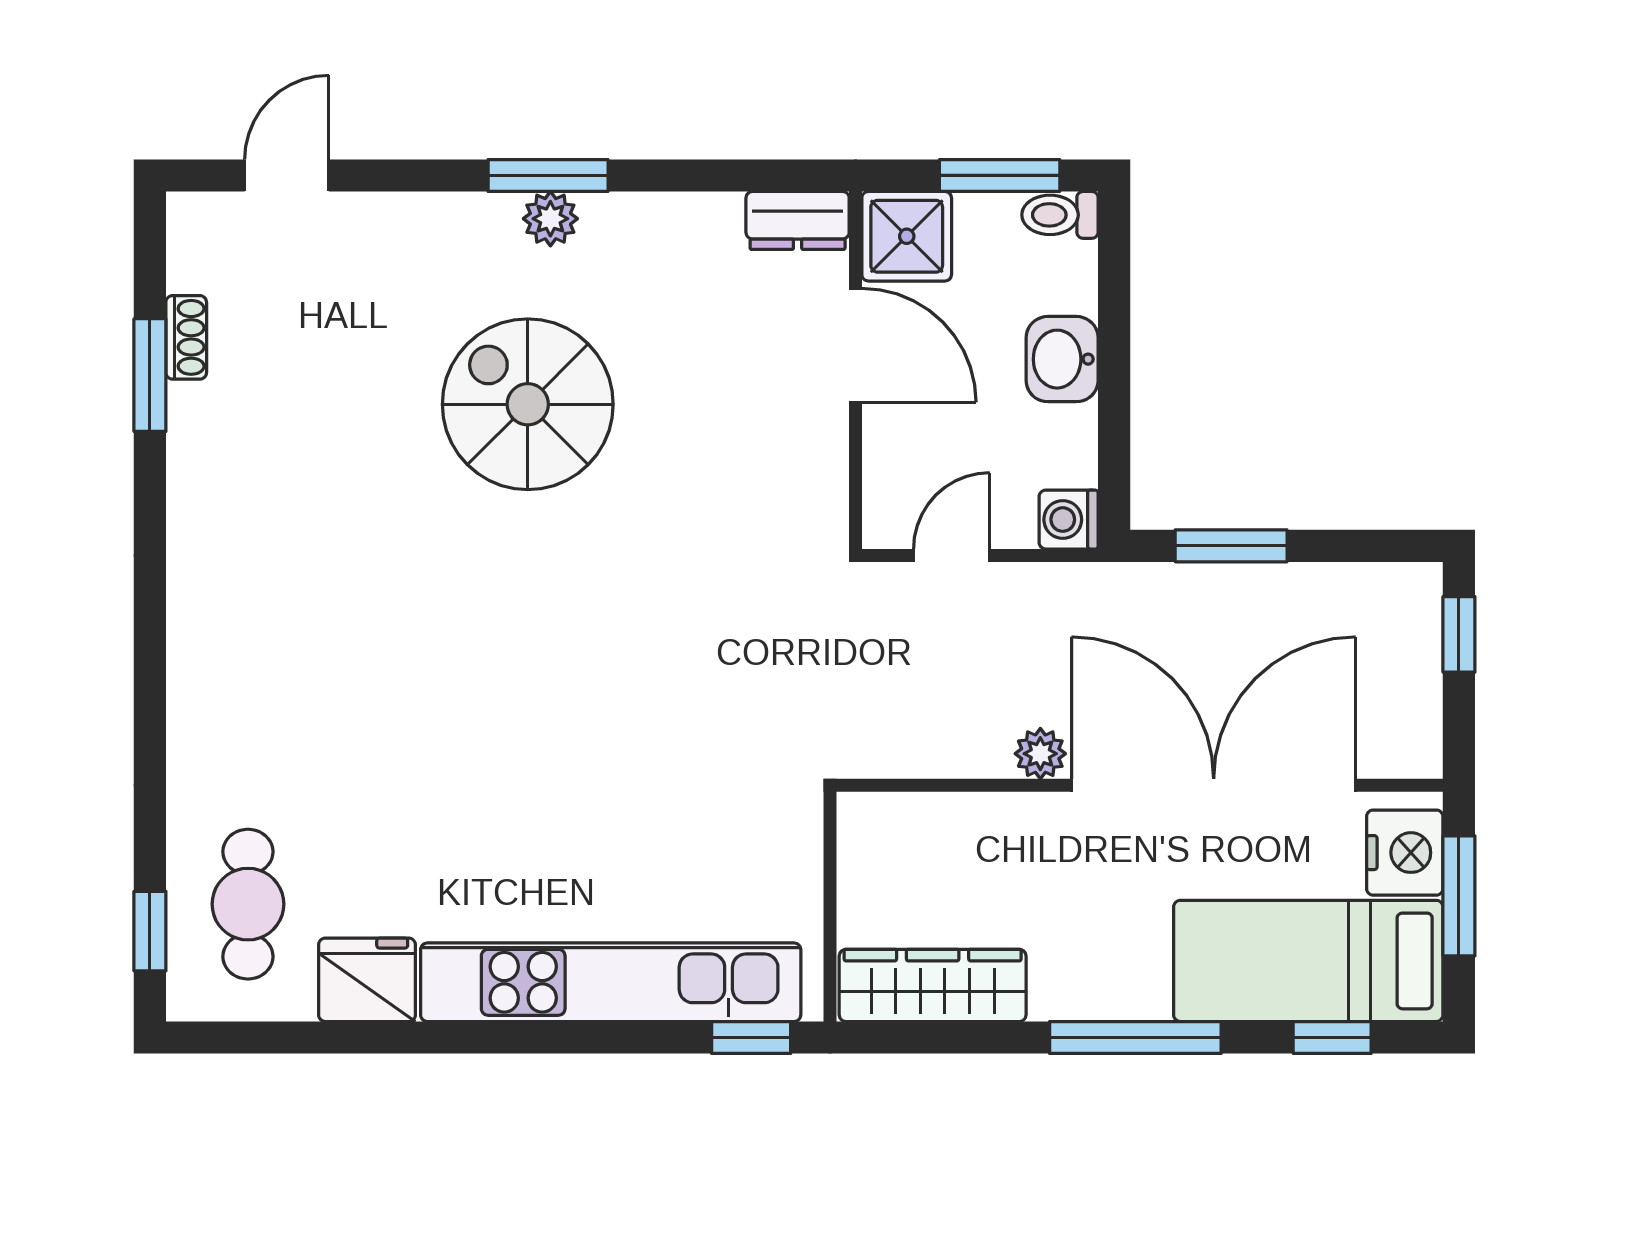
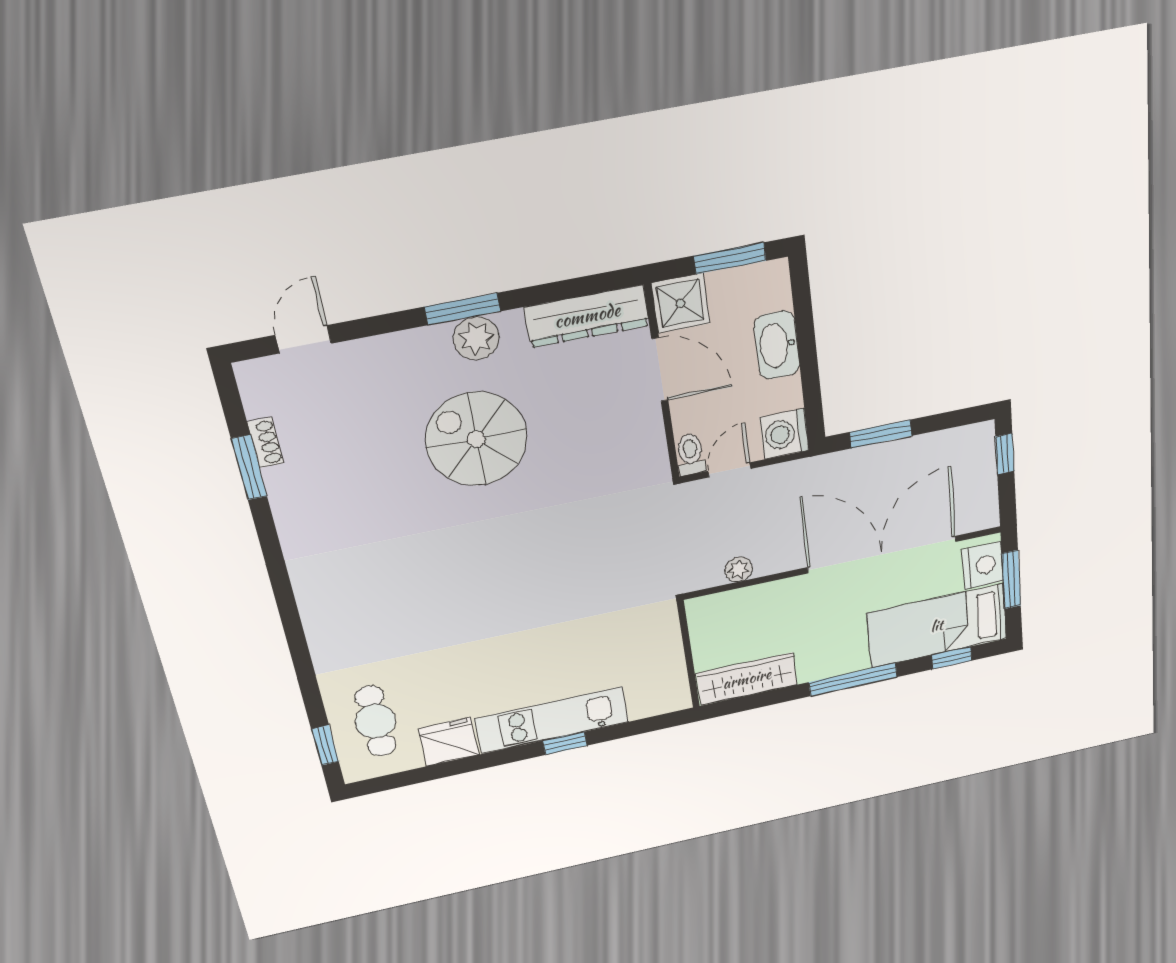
toilet: (1060, 215) -> (691, 454), moved, turned 90
plant: (550, 219) -> (476, 338), width x1.38, depth x1.38
dresser: (798, 220) -> (587, 316), width x1.96, depth x1.24
washbasin: (1062, 359) -> (777, 345), width x1.38
washing machine: (1069, 520) -> (784, 434), width x1.38, depth x1.38
plant: (1040, 754) -> (739, 569), moved
kitchen unit: (611, 982) -> (552, 720), width x0.73
window: (751, 1038) -> (565, 743), moved

